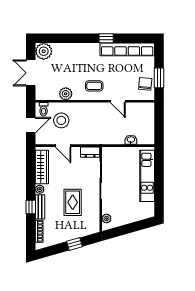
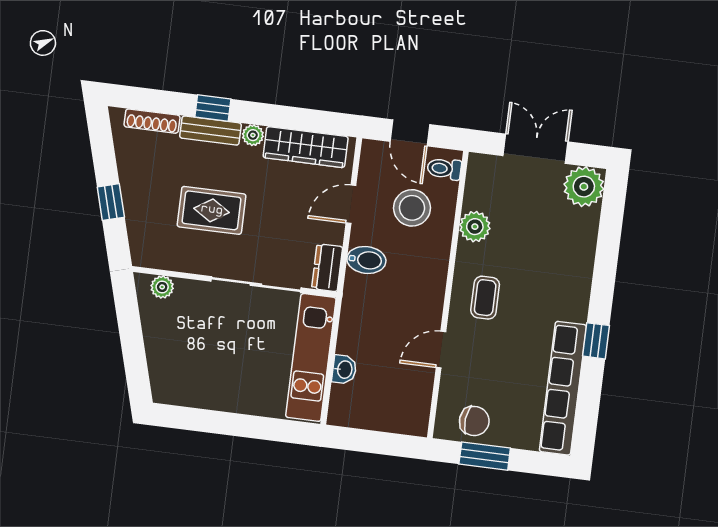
bidet: (85, 136) -> (366, 260), added
kitchen unit: (147, 176) -> (311, 357), moved, turned -90

